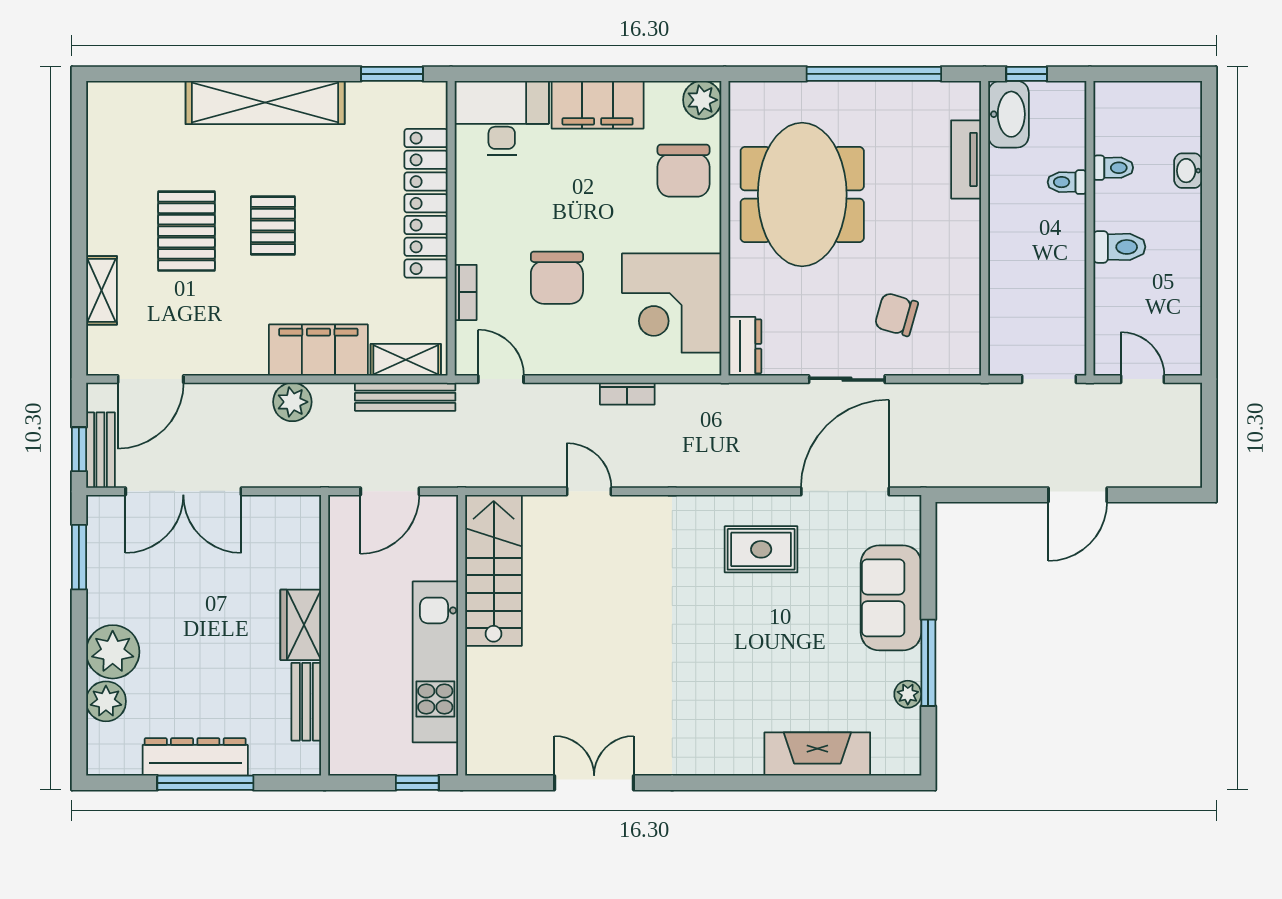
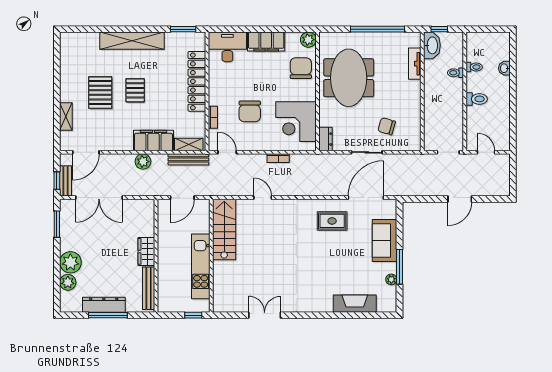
chair: (683, 171) -> (301, 68), turned 180
bench: (306, 702) -> (149, 288), width x1.36

